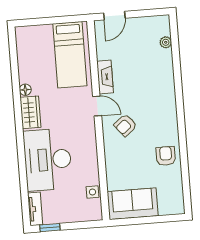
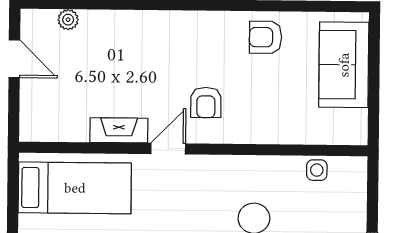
door: (114, 16) -> (14, 59), moved
armchair: (125, 125) -> (206, 103), turned 39
sofa: (133, 204) -> (344, 65), moved

